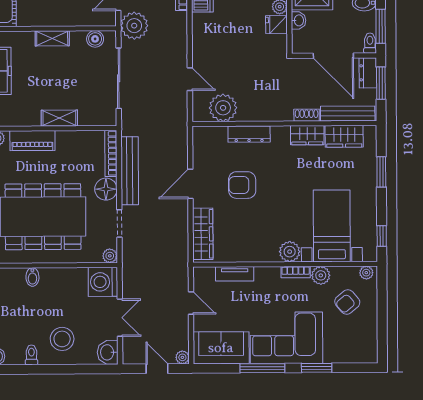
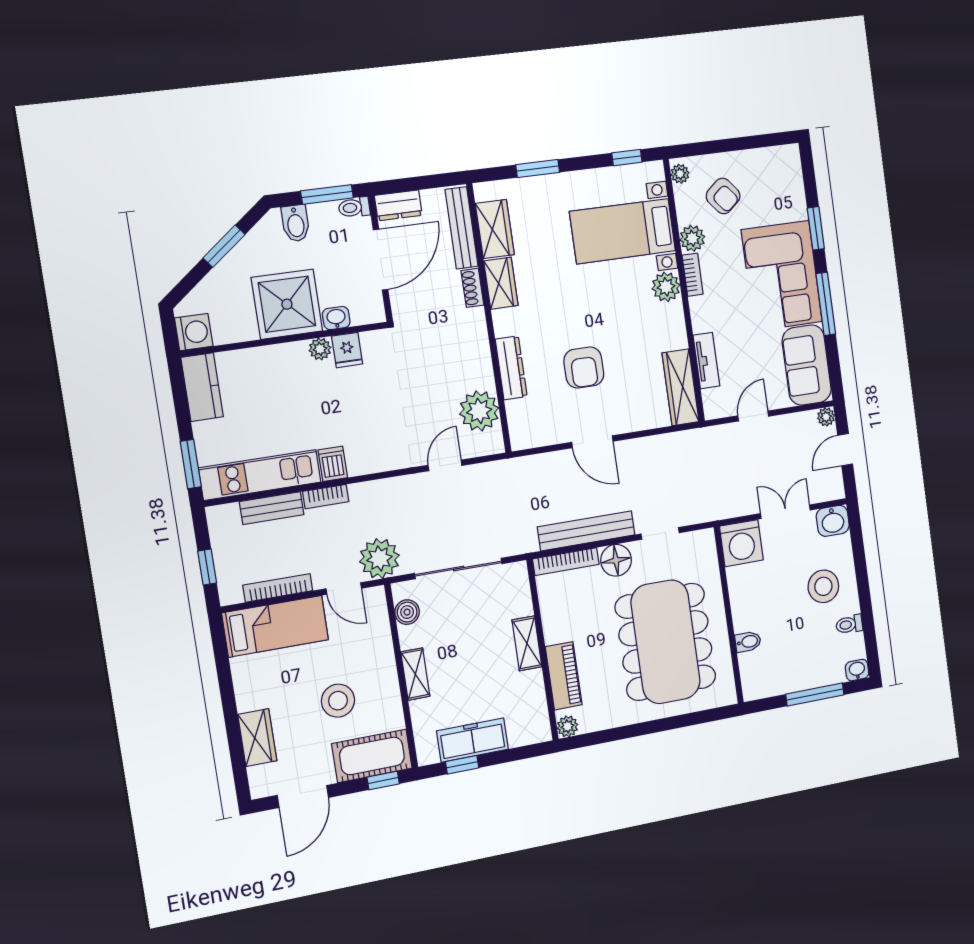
window: (381, 83) -> (411, 184), removed
wardrobe: (203, 234) -> (681, 387), moved, turned -90
plant: (110, 256) -> (706, 540), removed

